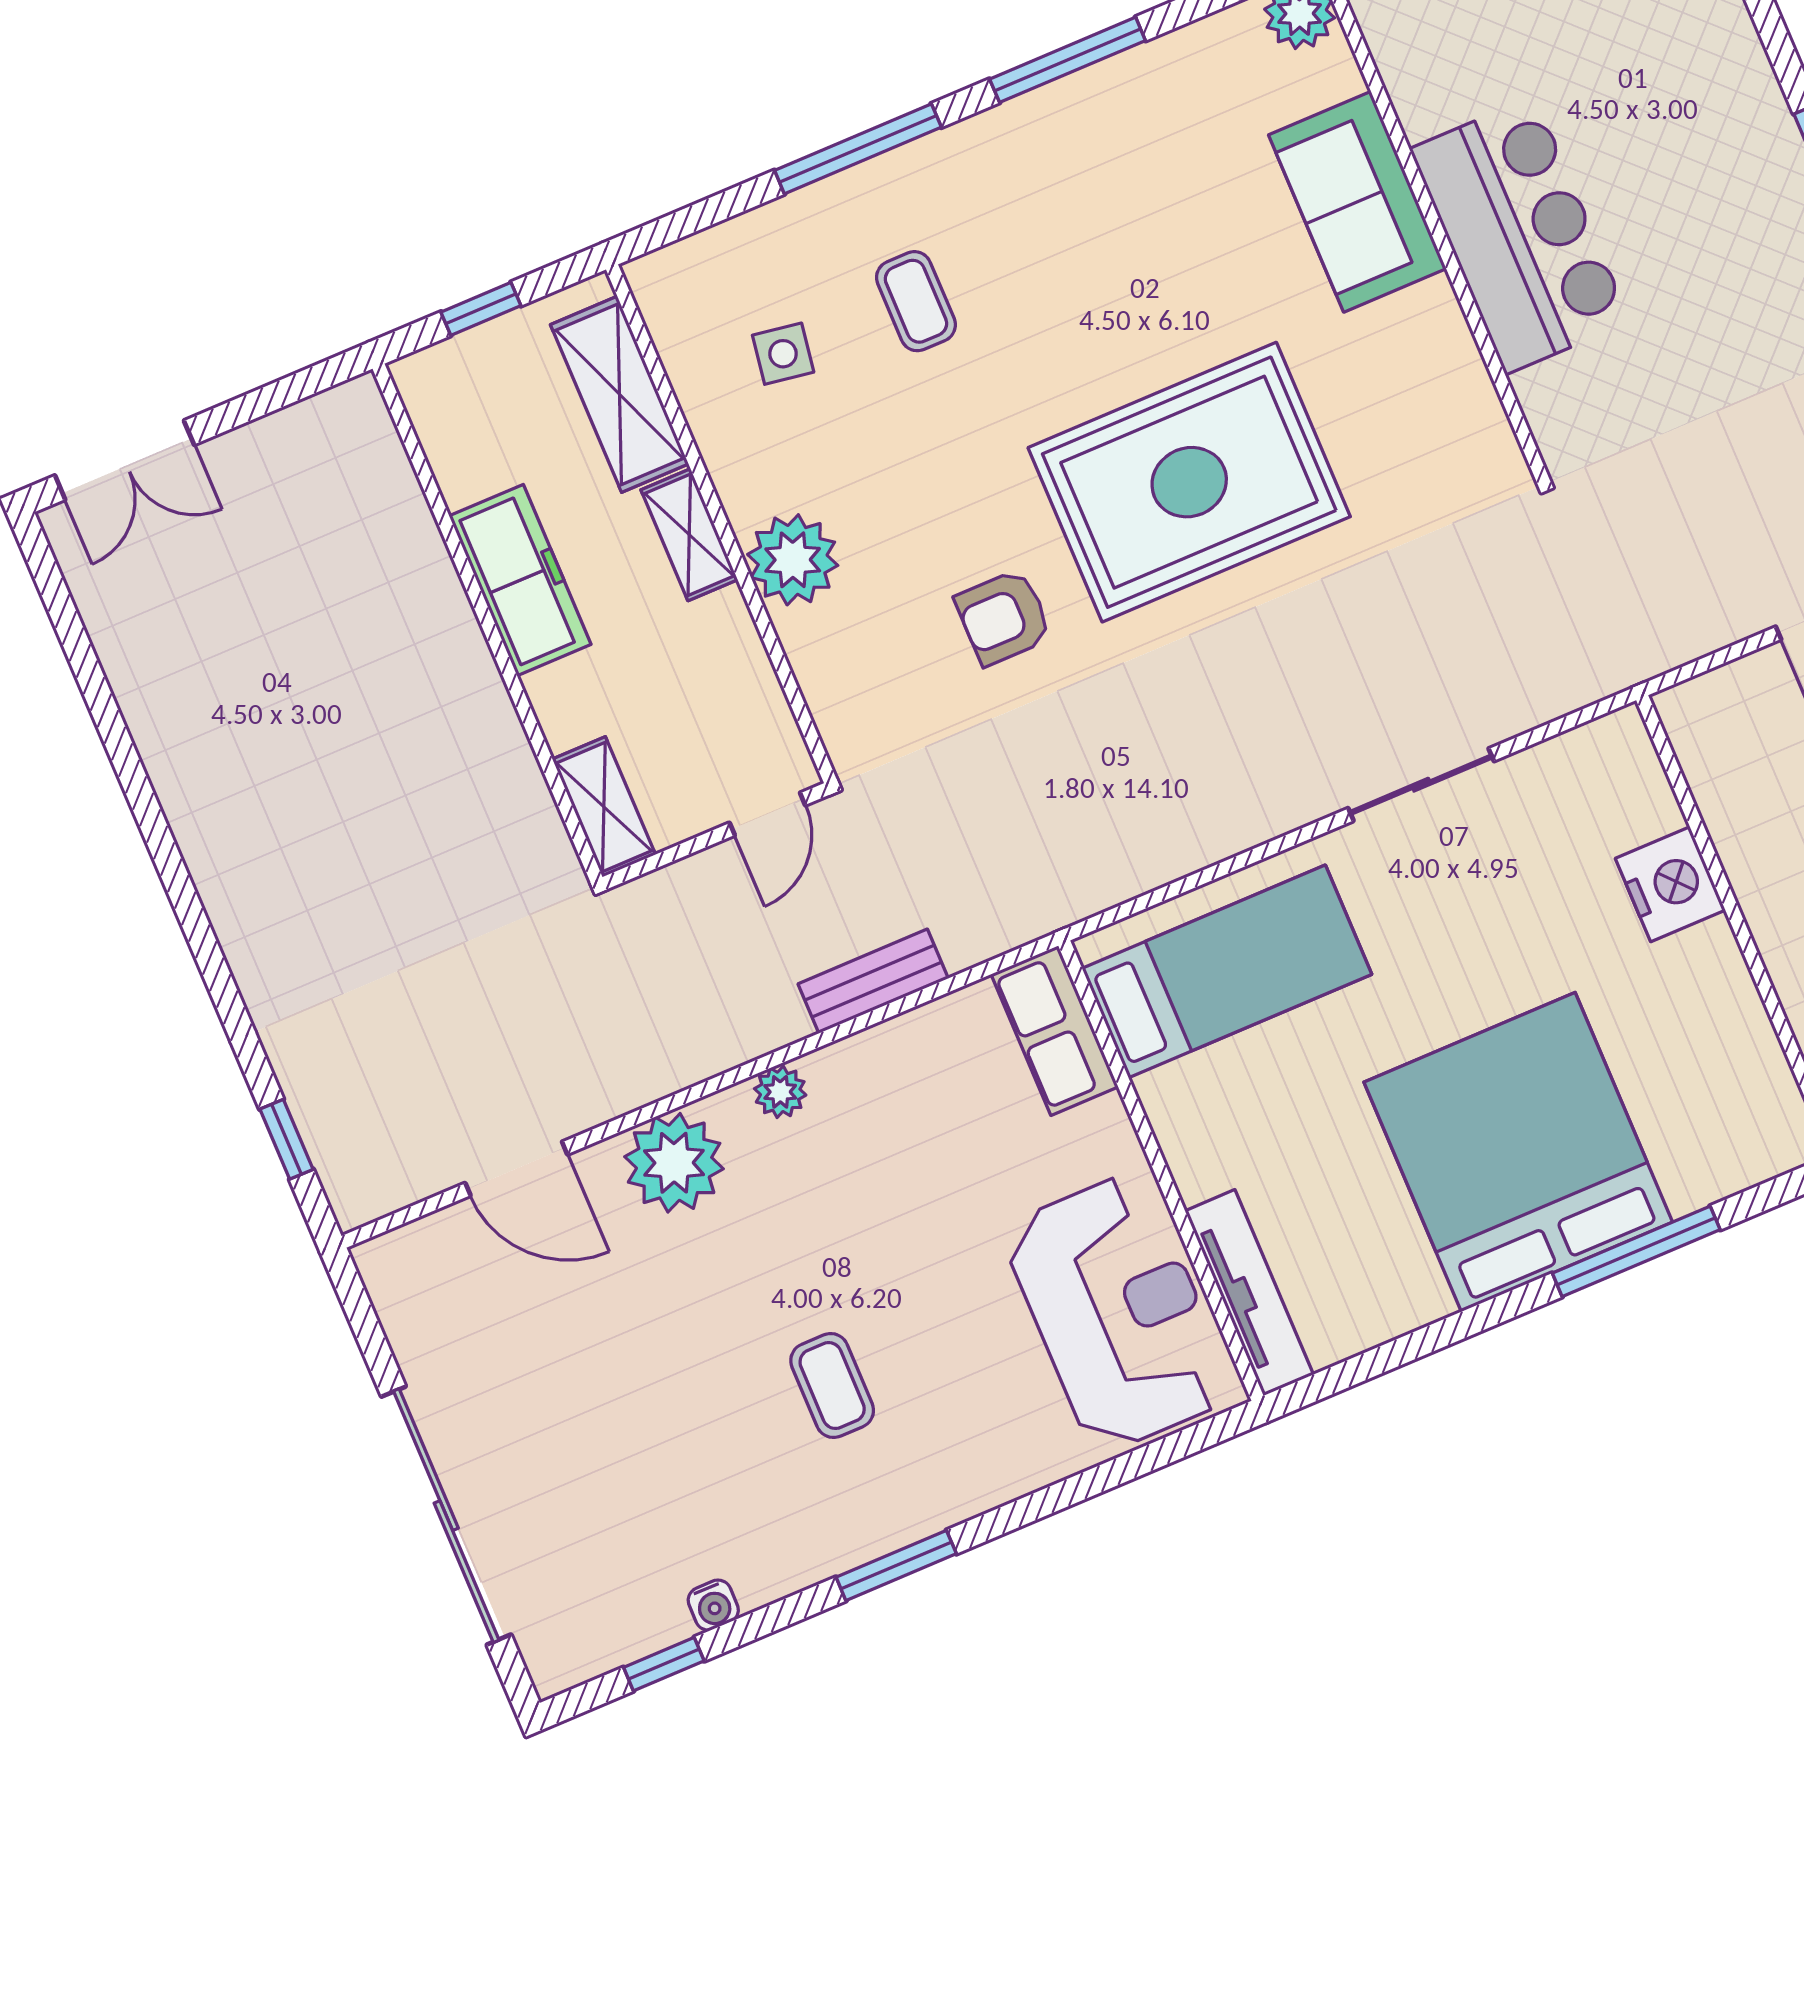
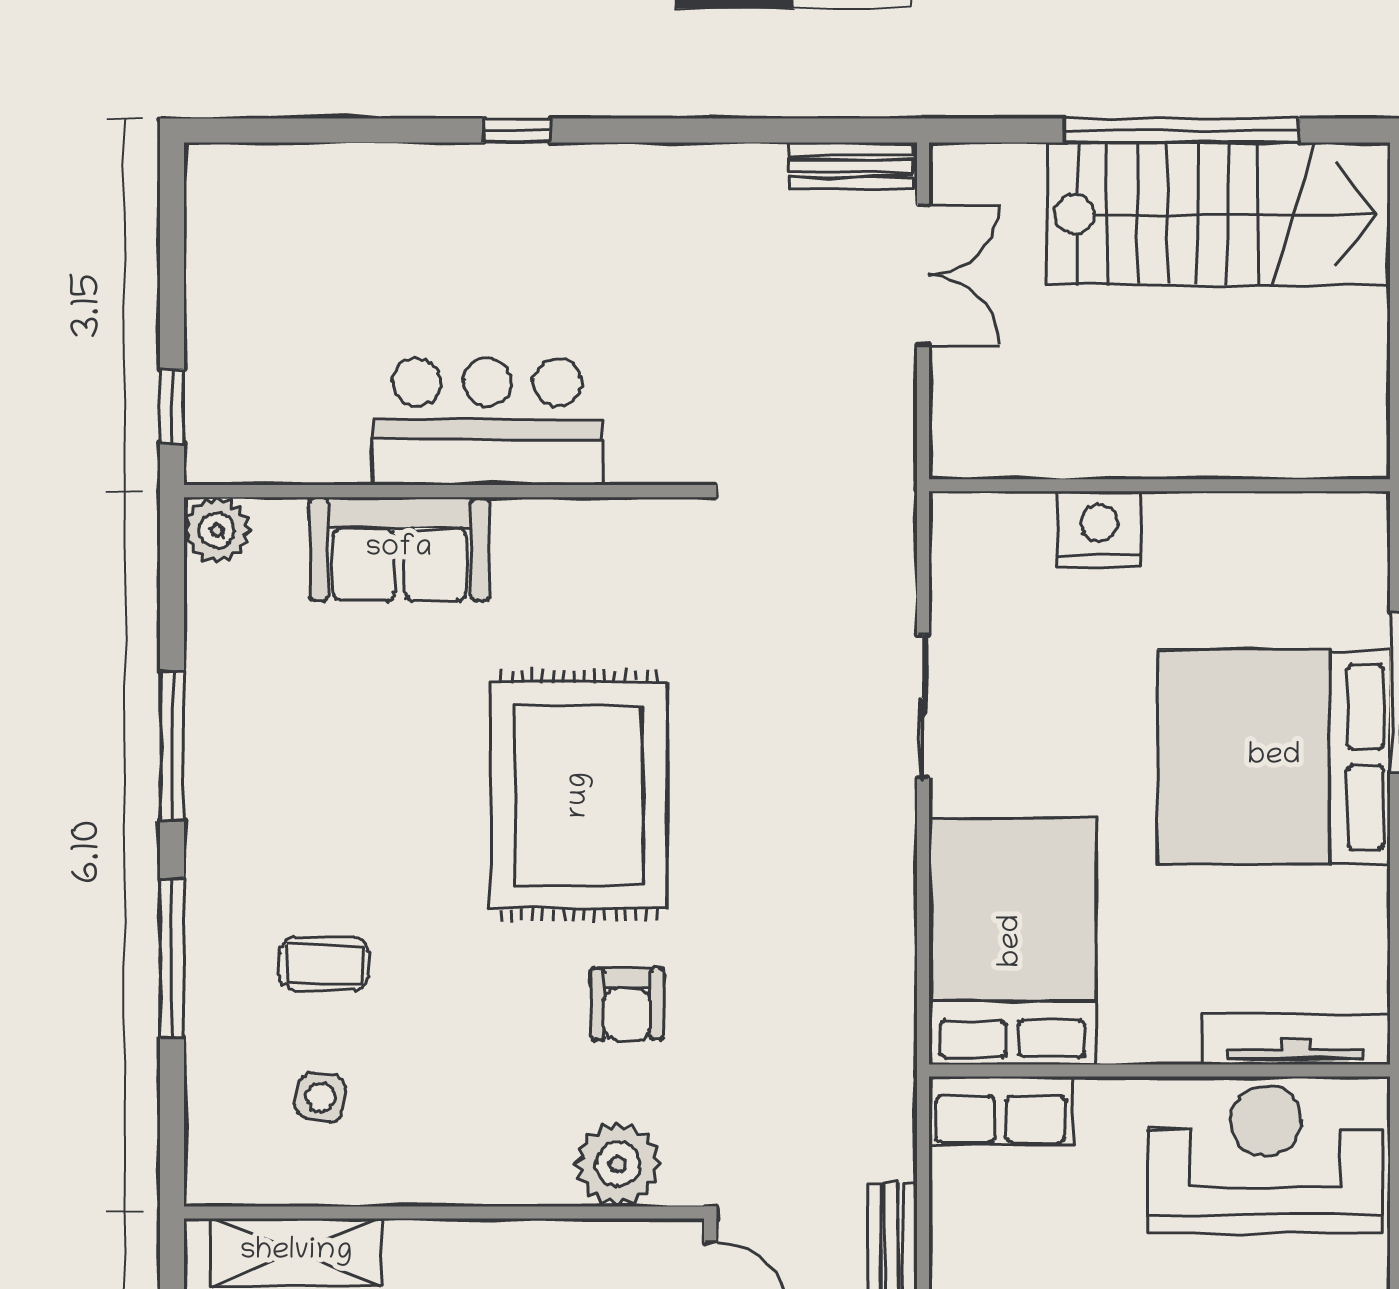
shelving: (689, 535) -> (442, 1244), removed
plant: (793, 560) -> (618, 1164), moved
bed: (1227, 971) -> (1012, 941), width x1.50

